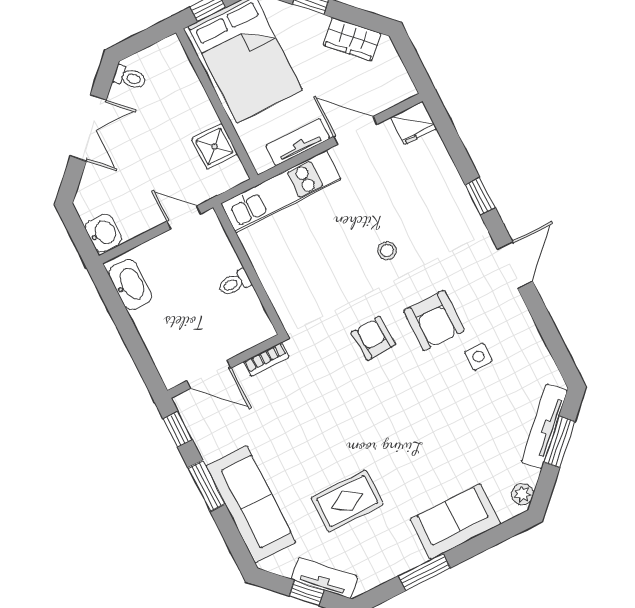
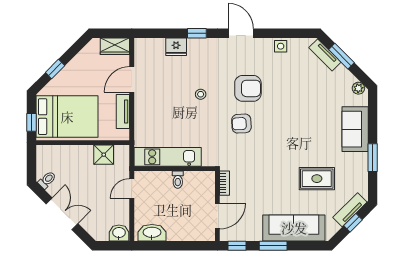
wardrobe: (352, 39) -> (115, 46), moved, turned 45
fridge: (413, 123) -> (176, 47), moved, turned 90
kitchen unit: (281, 192) -> (168, 157), moved, turned -90
side table: (478, 357) -> (281, 46), moved
tv unit: (544, 426) -> (325, 55), width x0.71
rug: (347, 501) -> (317, 179), turned 90

